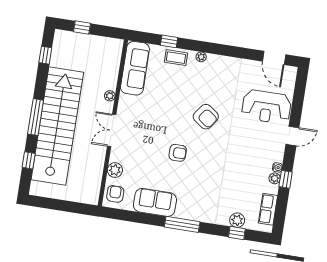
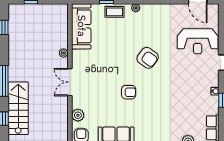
stairs: (57, 126) -> (18, 108), width x0.54, depth x0.66
plant: (275, 178) -> (214, 101), removed

